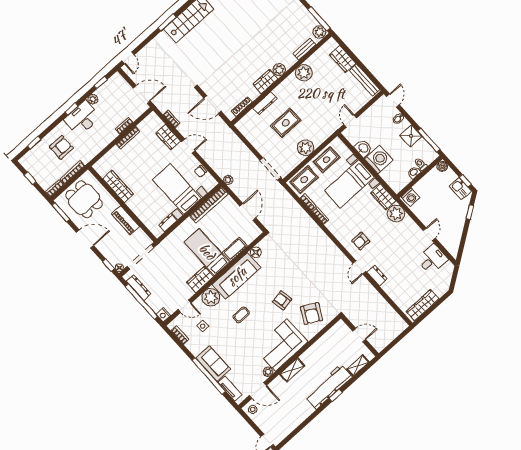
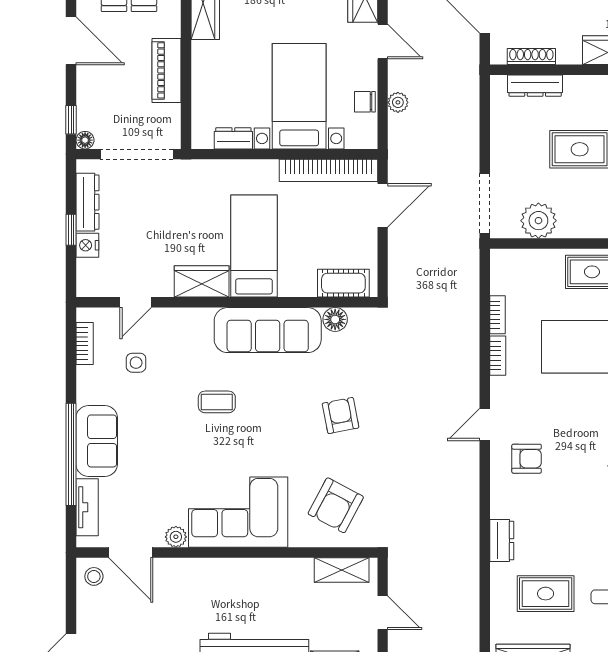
dresser: (265, 103) -> (535, 86), moved
plant: (305, 148) -> (538, 221), moved
plant: (228, 180) -> (398, 102), moved
rug: (304, 180) -> (546, 594), moved
door: (248, 212) -> (383, 205), moved
armchair: (361, 241) -> (527, 459), turned 180
cot: (235, 249) -> (343, 283), moved
door: (359, 267) -> (485, 425), moved
plant: (211, 297) -> (192, 327), removed
armchair: (282, 300) -> (341, 416), moved
window: (141, 302) -> (71, 230), width x0.32
door: (185, 306) -> (136, 302), hinge flipped
nightstand: (163, 315) -> (87, 245), moved
shelving: (292, 370) -> (342, 570), moved

